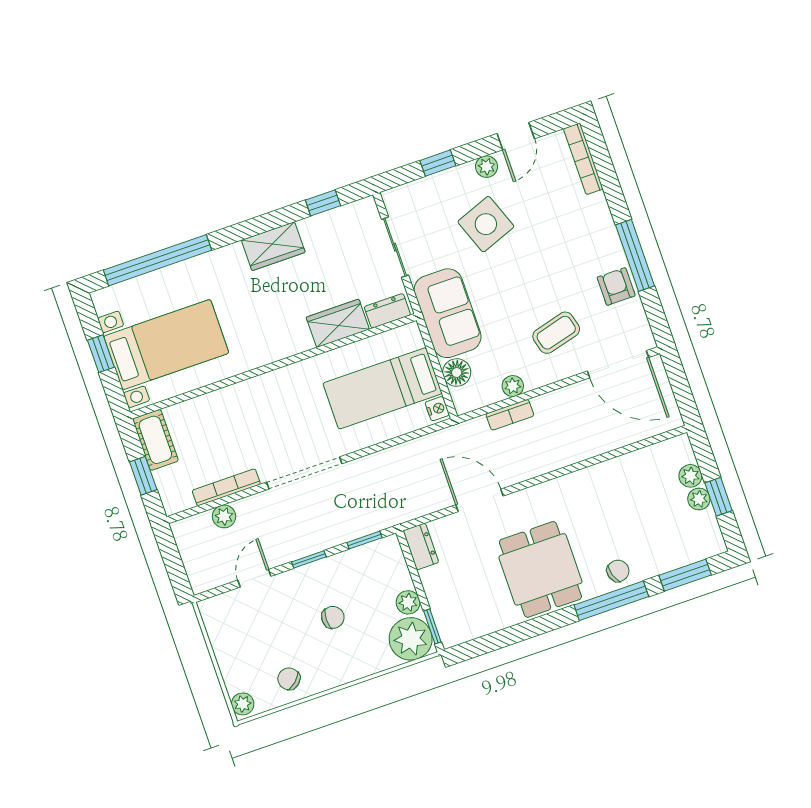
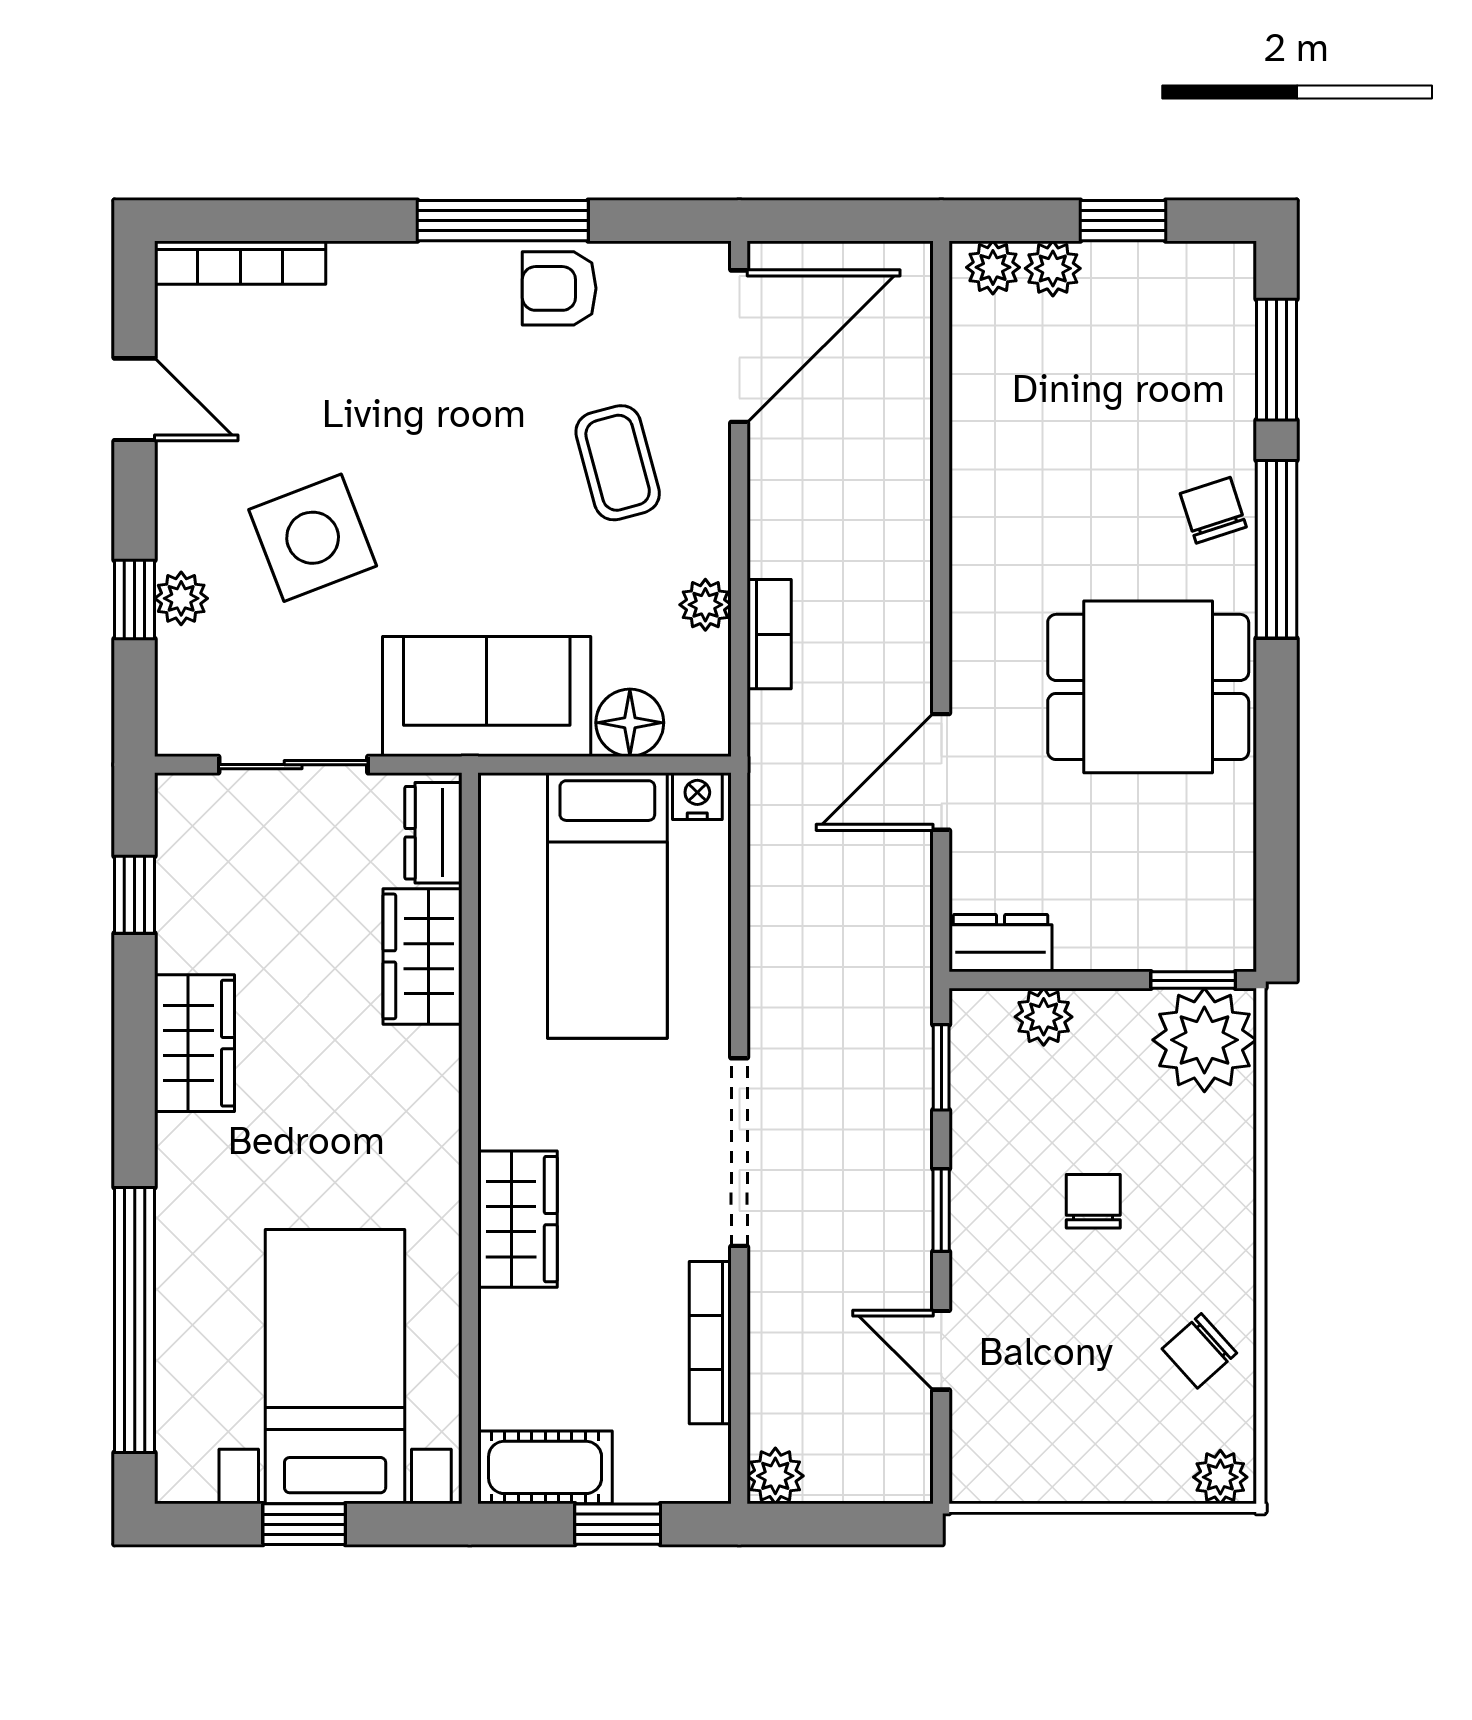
plant: (486, 167) -> (181, 598), moved
wardrobe: (248, 396) -> (517, 1219), added
plant: (699, 499) -> (993, 267), moved
plant: (224, 516) -> (775, 1476), moved
plant: (408, 602) -> (1044, 1017), moved

